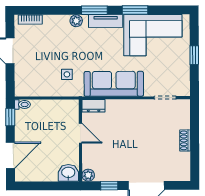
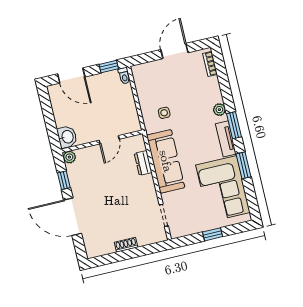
dresser: (94, 106) -> (143, 163), moved

